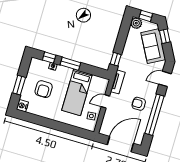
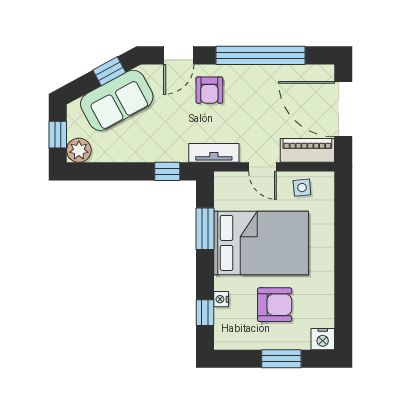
window: (165, 36) -> (109, 71), moved
window: (70, 64) -> (205, 229), moved
door: (165, 79) -> (179, 55), hinge flipped
bed: (77, 92) -> (261, 243), width x1.50
armchair: (139, 104) -> (209, 90), moved
piano: (107, 123) -> (307, 150), added

